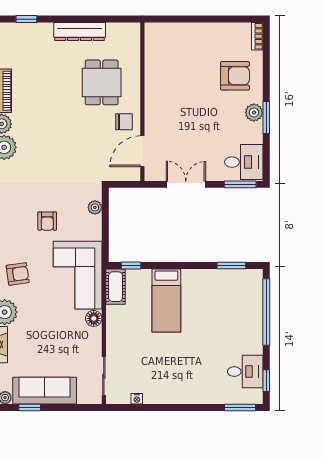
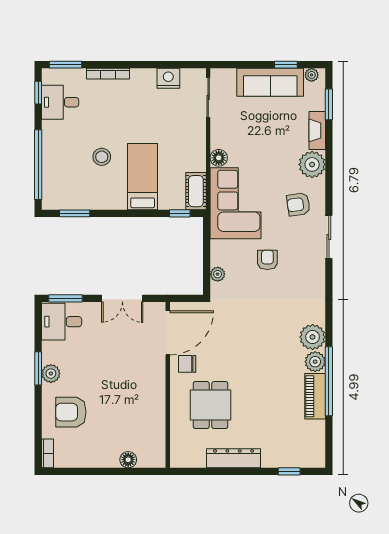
floor lamp: (180, 30) -> (128, 460), added
door: (142, 151) -> (168, 333), width x1.36
stool: (205, 319) -> (102, 157), added
nightstand: (137, 399) -> (168, 78), width x1.89, depth x1.79
bookcase: (199, 399) -> (108, 74), added

